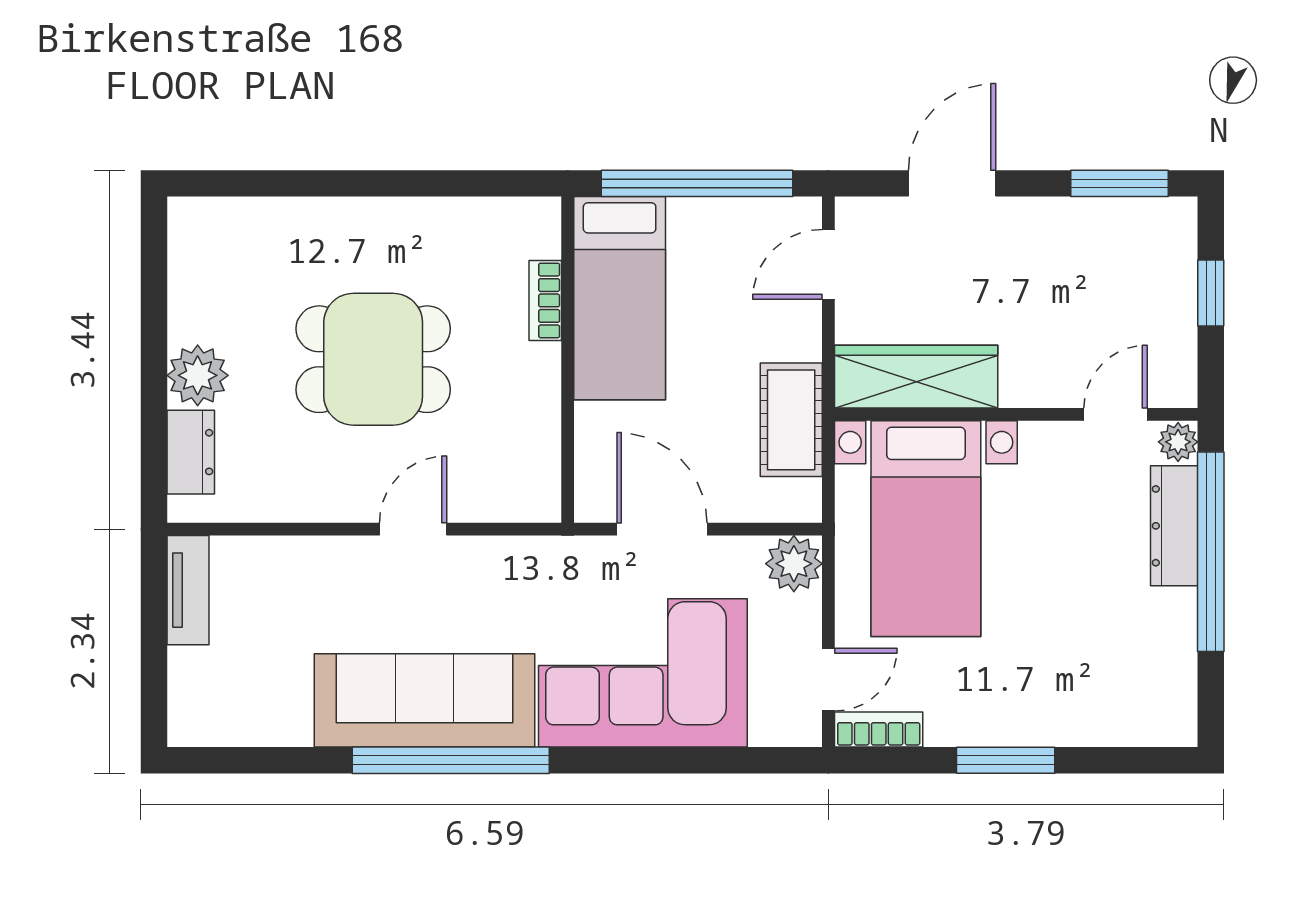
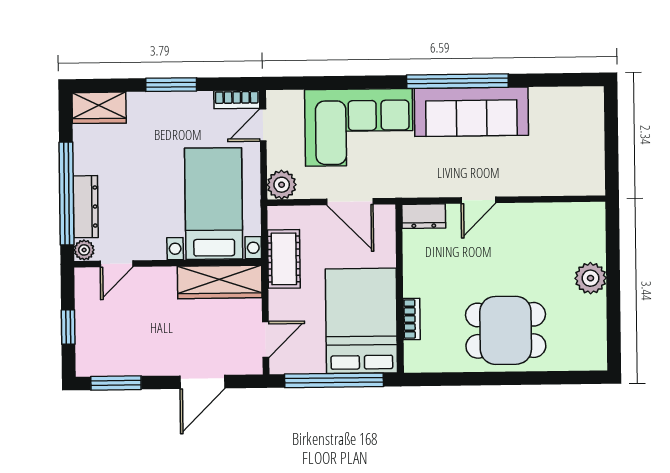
bed: (620, 298) -> (361, 321), width x1.50
dining table: (373, 359) -> (506, 330), moved
dresser: (191, 452) -> (424, 216), moved, turned -90
tv unit: (188, 590) -> (594, 167), removed
wardrobe: (1146, 717) -> (99, 108), added

